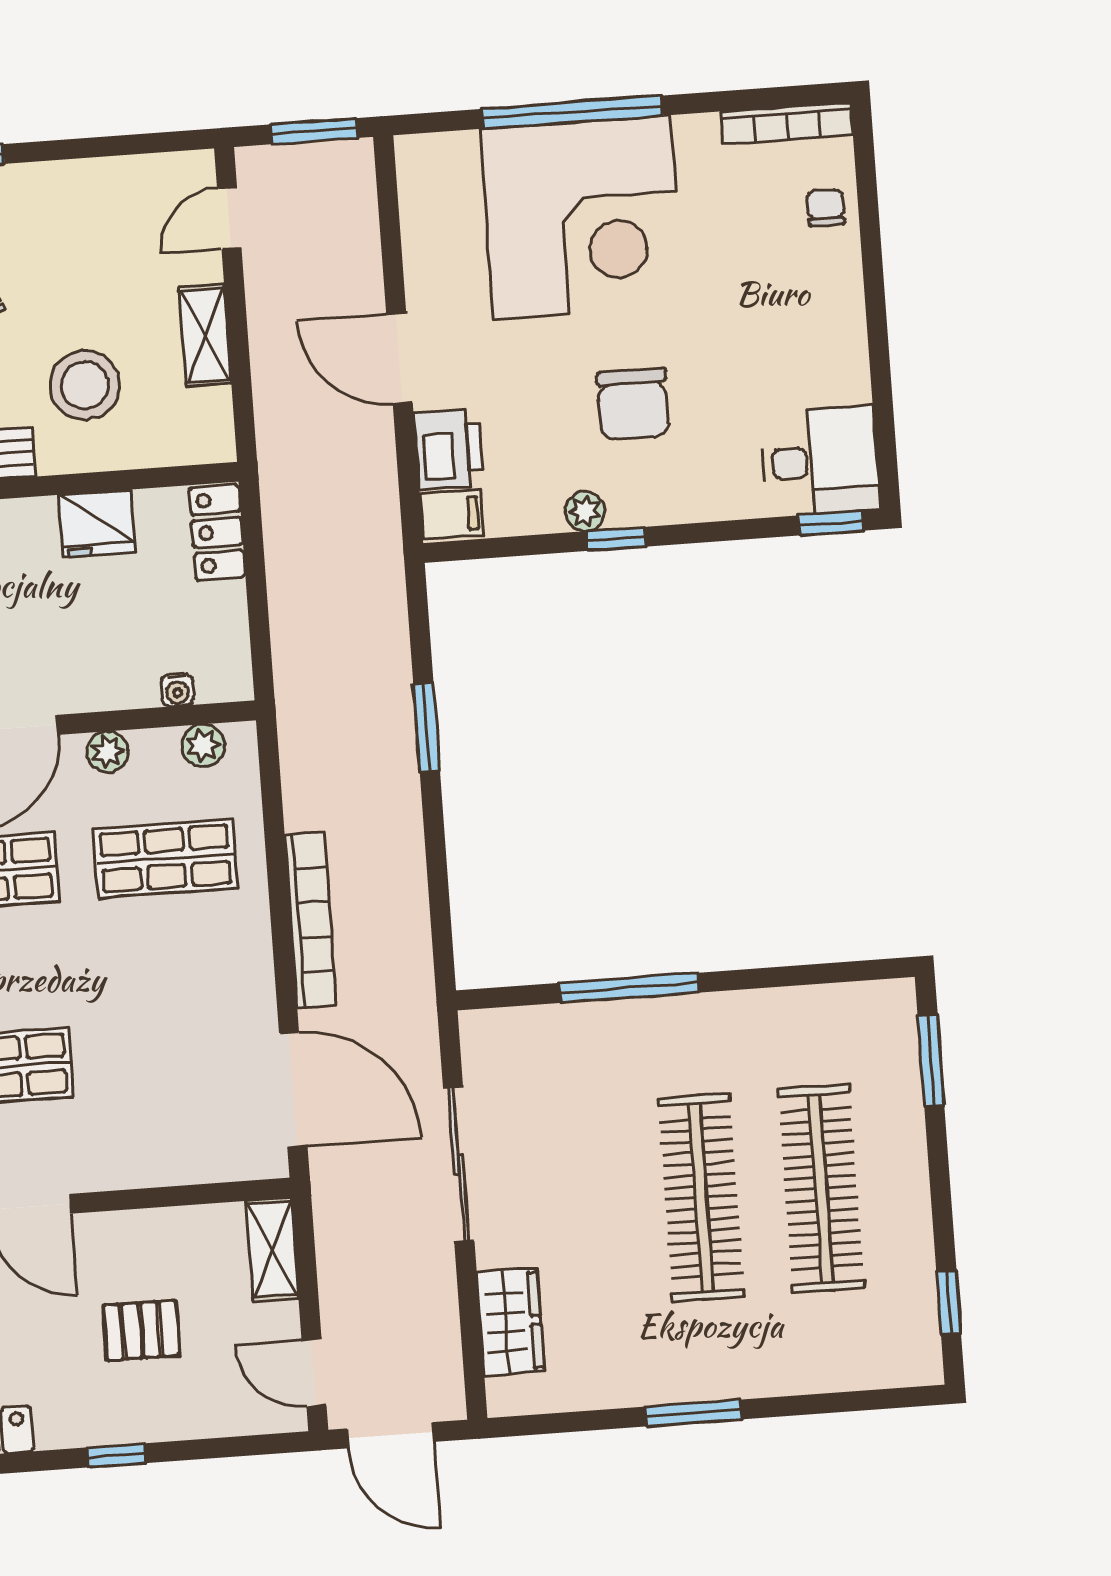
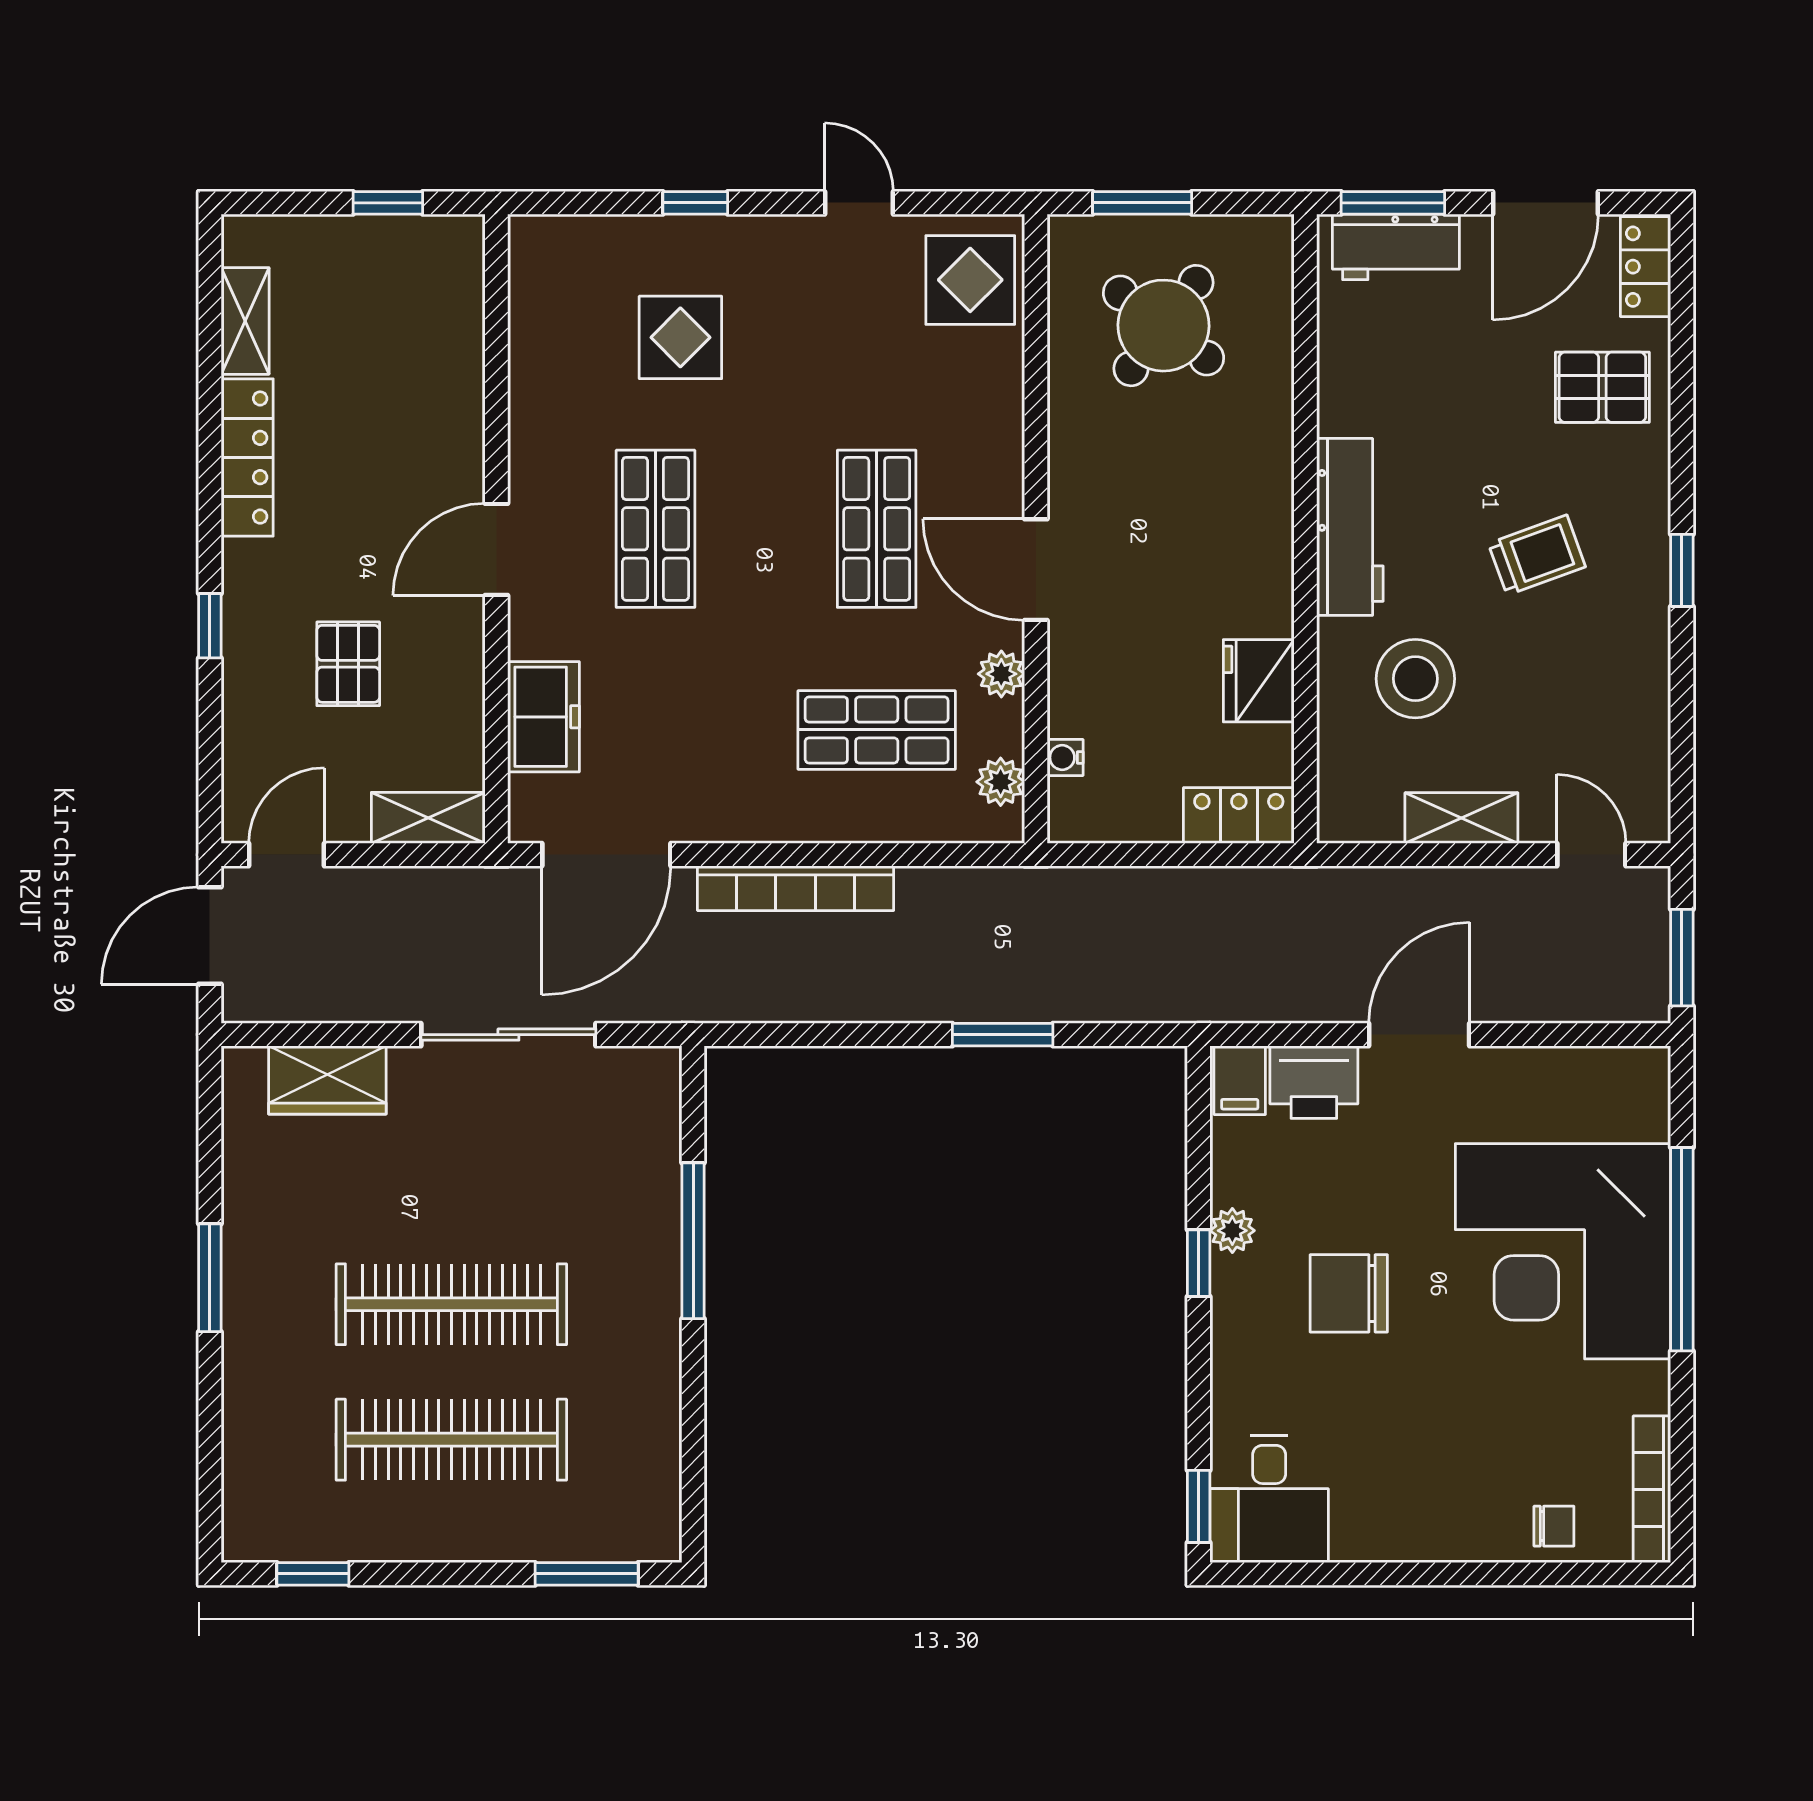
shop shelf: (165, 858) -> (877, 730), turned 90
freezer: (175, 1154) -> (543, 717), added

